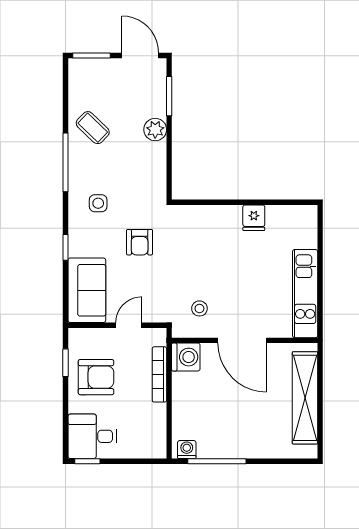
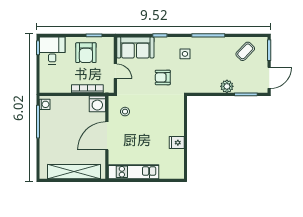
coffee table: (93, 128) -> (245, 51), moved

